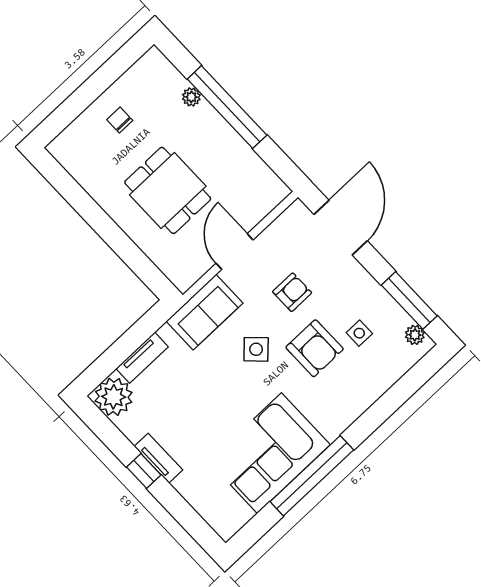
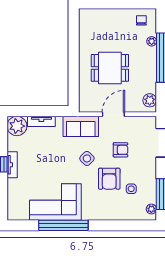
chair: (120, 120) -> (141, 20), moved
plant: (267, 183) -> (150, 100), added
dining table: (168, 190) -> (110, 68), turned 90

